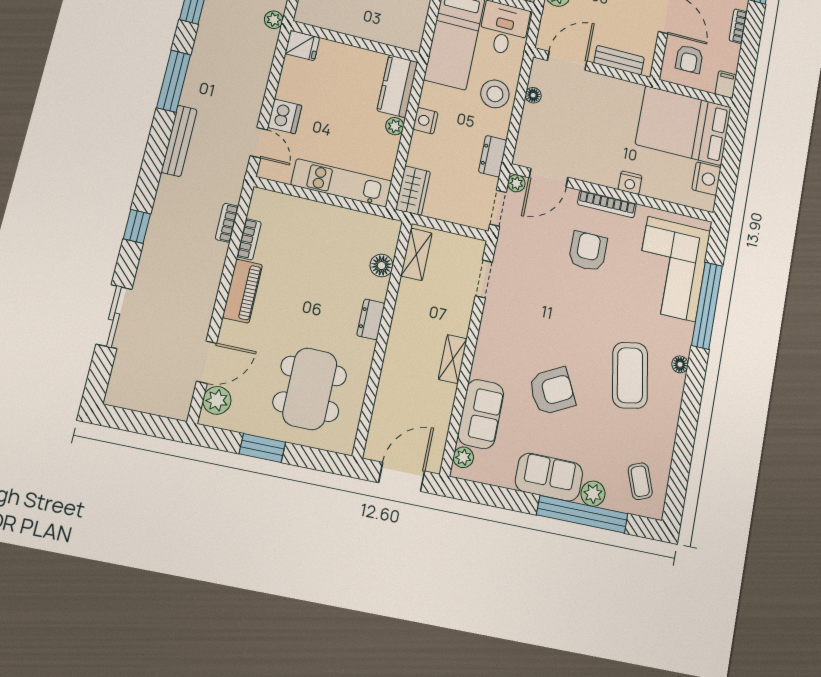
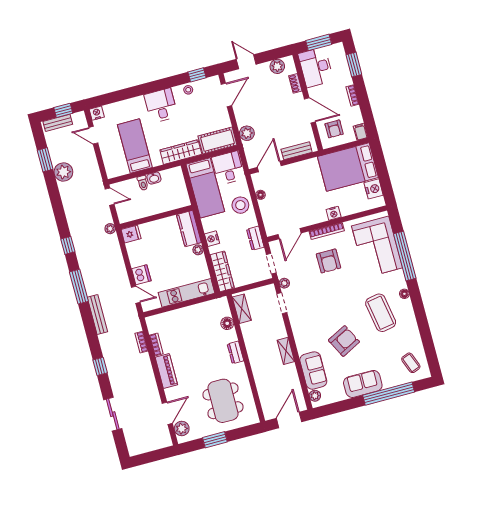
plant: (516, 183) -> (284, 283), moved
wardrobe: (413, 191) -> (222, 271), width x1.50
armchair: (588, 251) -> (328, 261), turned 180
plant: (593, 494) -> (389, 381), removed

